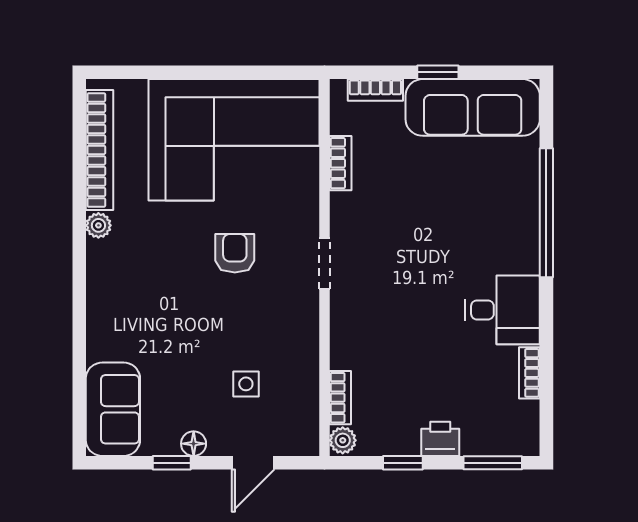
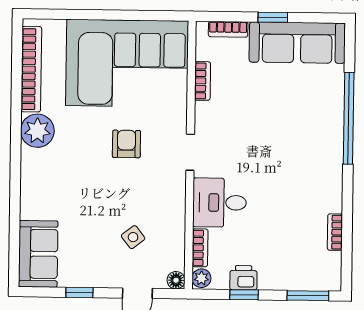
plant: (98, 225) -> (37, 131), width x1.88, depth x1.88
desk: (503, 310) -> (220, 203), moved, turned 180
side table: (246, 384) -> (133, 237), turned -38
printer: (440, 439) -> (243, 278), moved
floor lamp: (194, 444) -> (176, 280), moved

